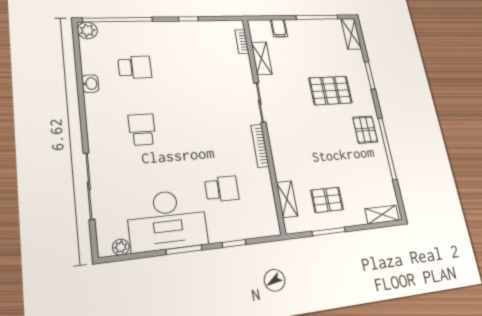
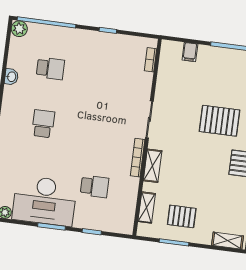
shelving: (262, 58) -> (153, 166), moved

